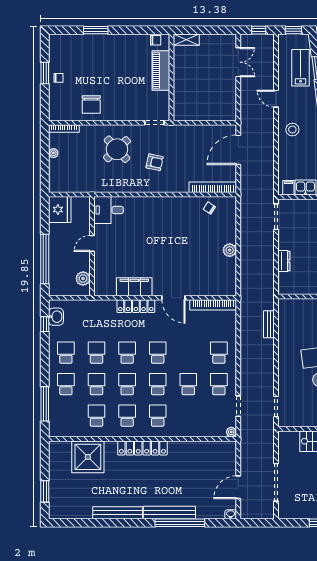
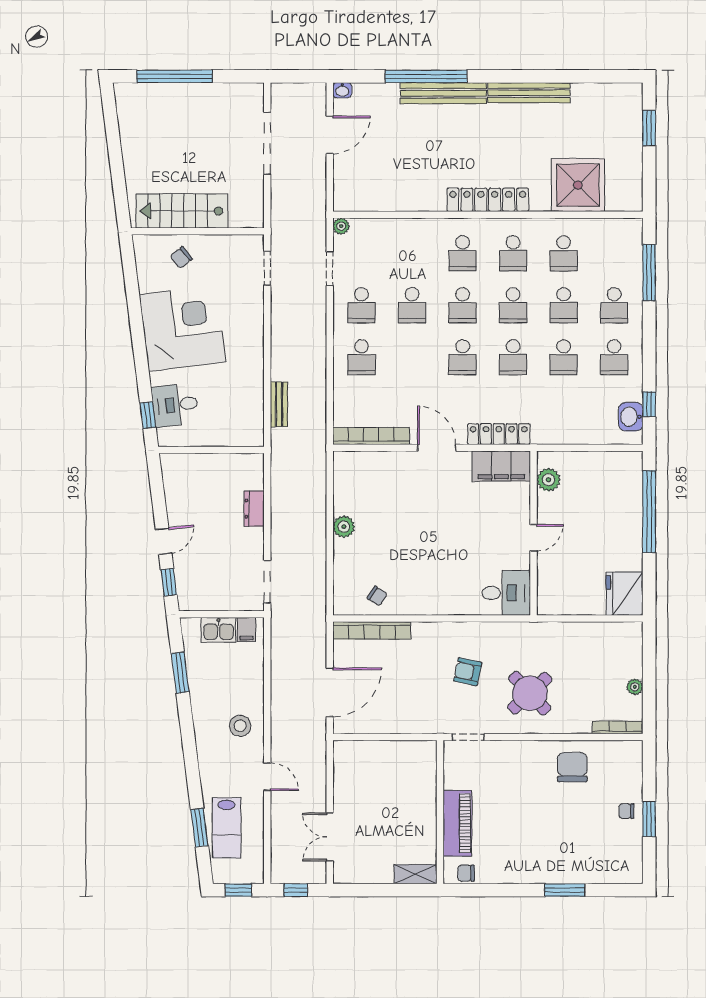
desk: (109, 210) -> (506, 593), moved
door: (92, 243) -> (534, 538), moved
wall: (92, 246) -> (534, 533), moved
plant: (83, 278) -> (548, 480), moved

